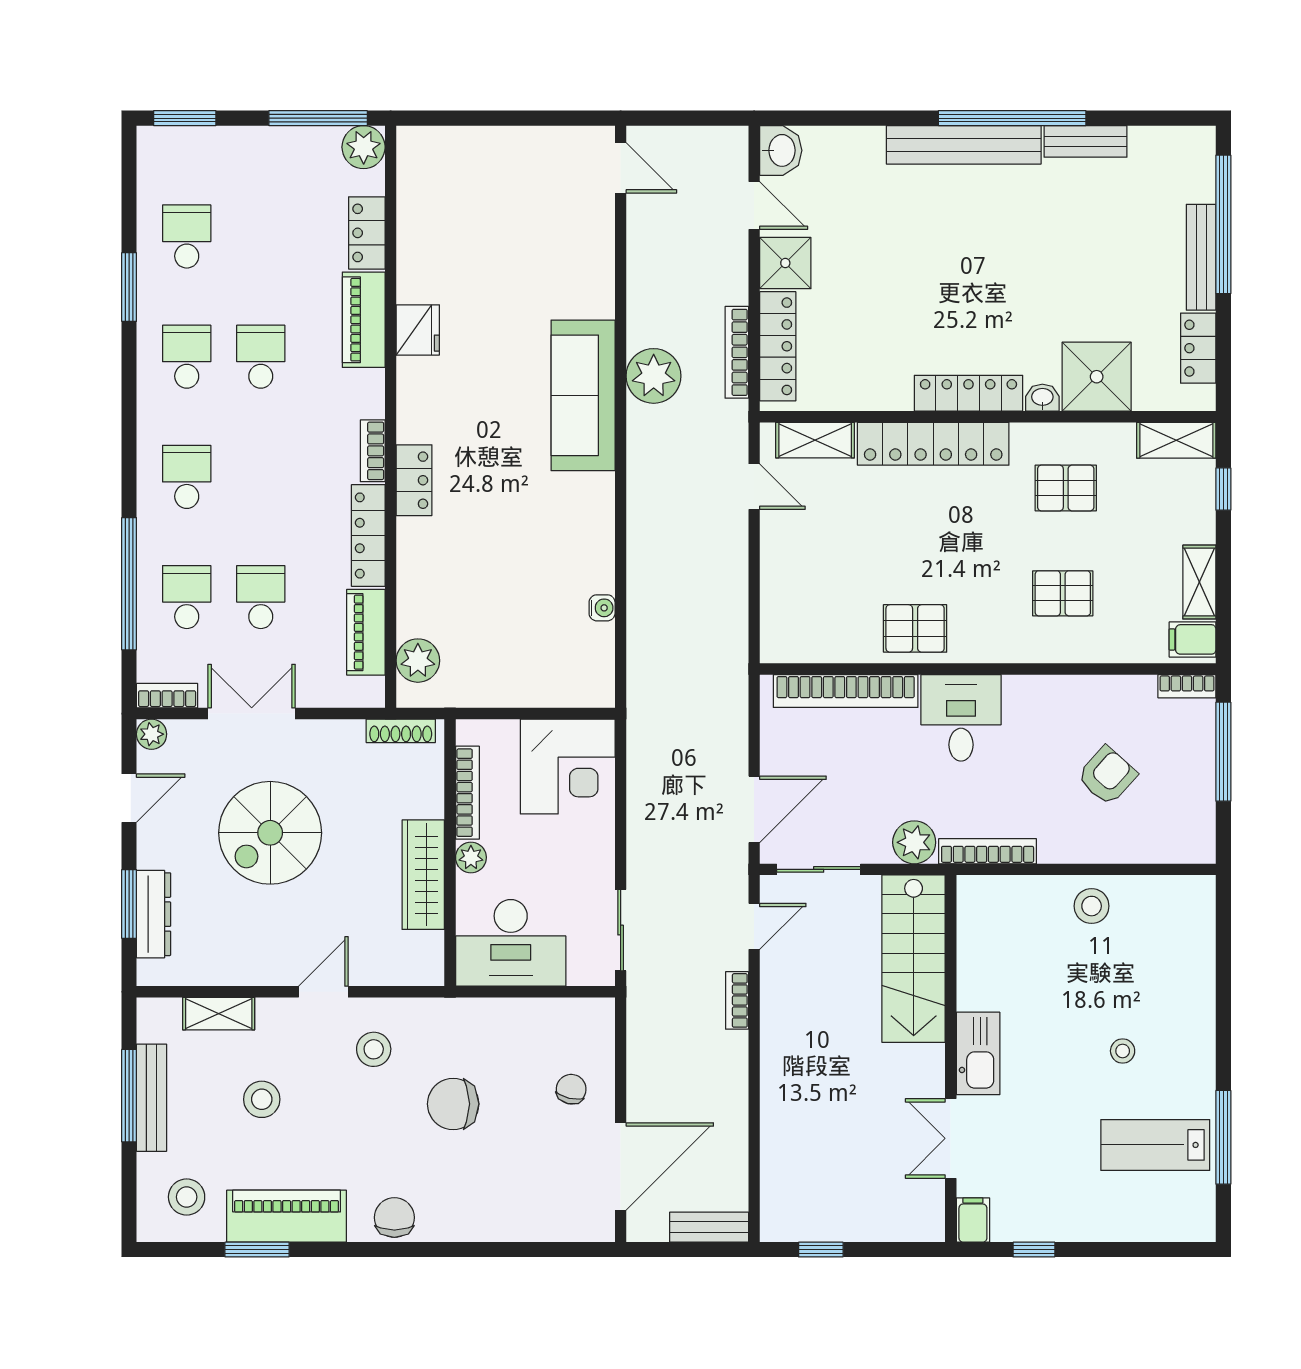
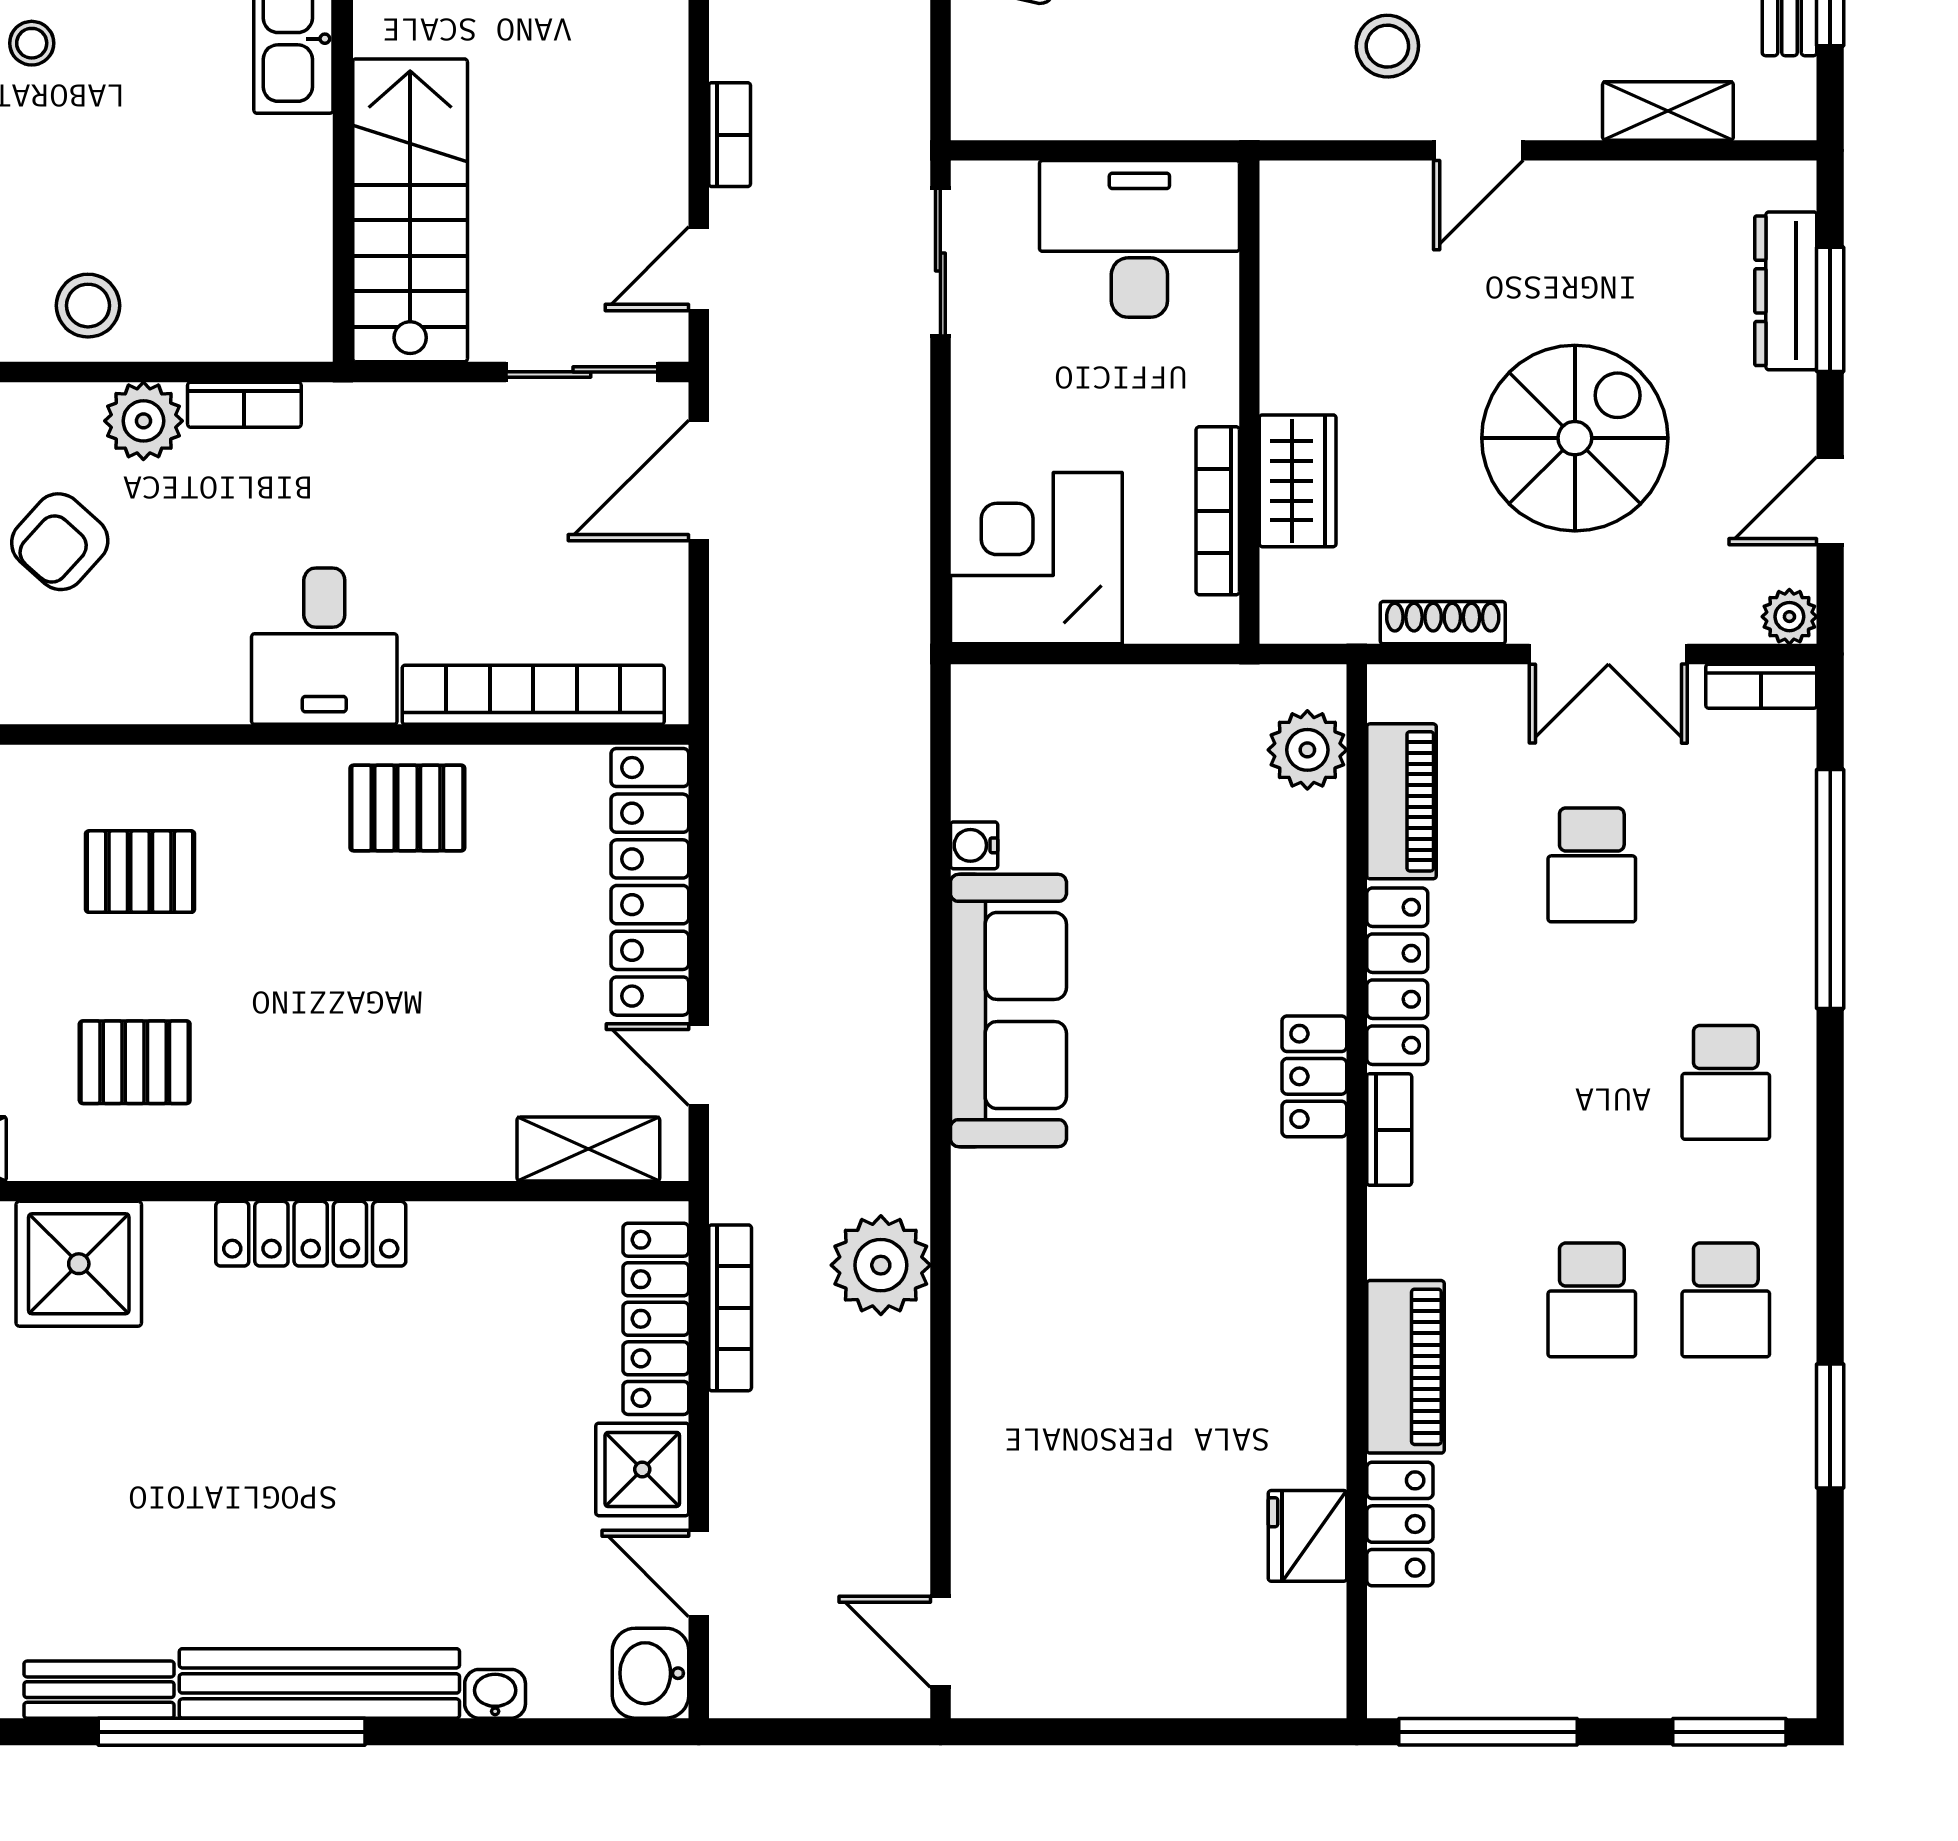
plant: (364, 147) -> (1406, 1679), removed
school desk: (187, 237) -> (1726, 1517), removed
fridge: (418, 330) -> (1308, 1536), moved
sofa: (583, 395) -> (1008, 1011), moved
washbasin: (1042, 398) -> (495, 1694), moved, turned 180
locker: (933, 444) -> (650, 882), moved, turned -90
school desk: (187, 597) -> (1726, 865), removed
shoe rack: (401, 731) -> (1443, 623), moved
plant: (914, 842) -> (143, 421), moved
bookcase: (988, 851) -> (244, 405), width x0.64
plant: (471, 857) -> (1211, 393), removed
wardrobe: (423, 875) -> (1298, 481), moved, width x0.67

